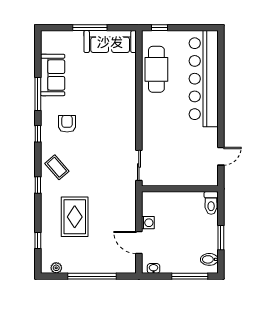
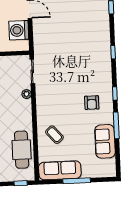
plant: (147, 138) -> (27, 94), added
coffee table: (57, 167) -> (54, 135), moved
rug: (75, 217) -> (82, 28), removed
washing machine: (148, 223) -> (19, 30), width x1.89, depth x1.89

